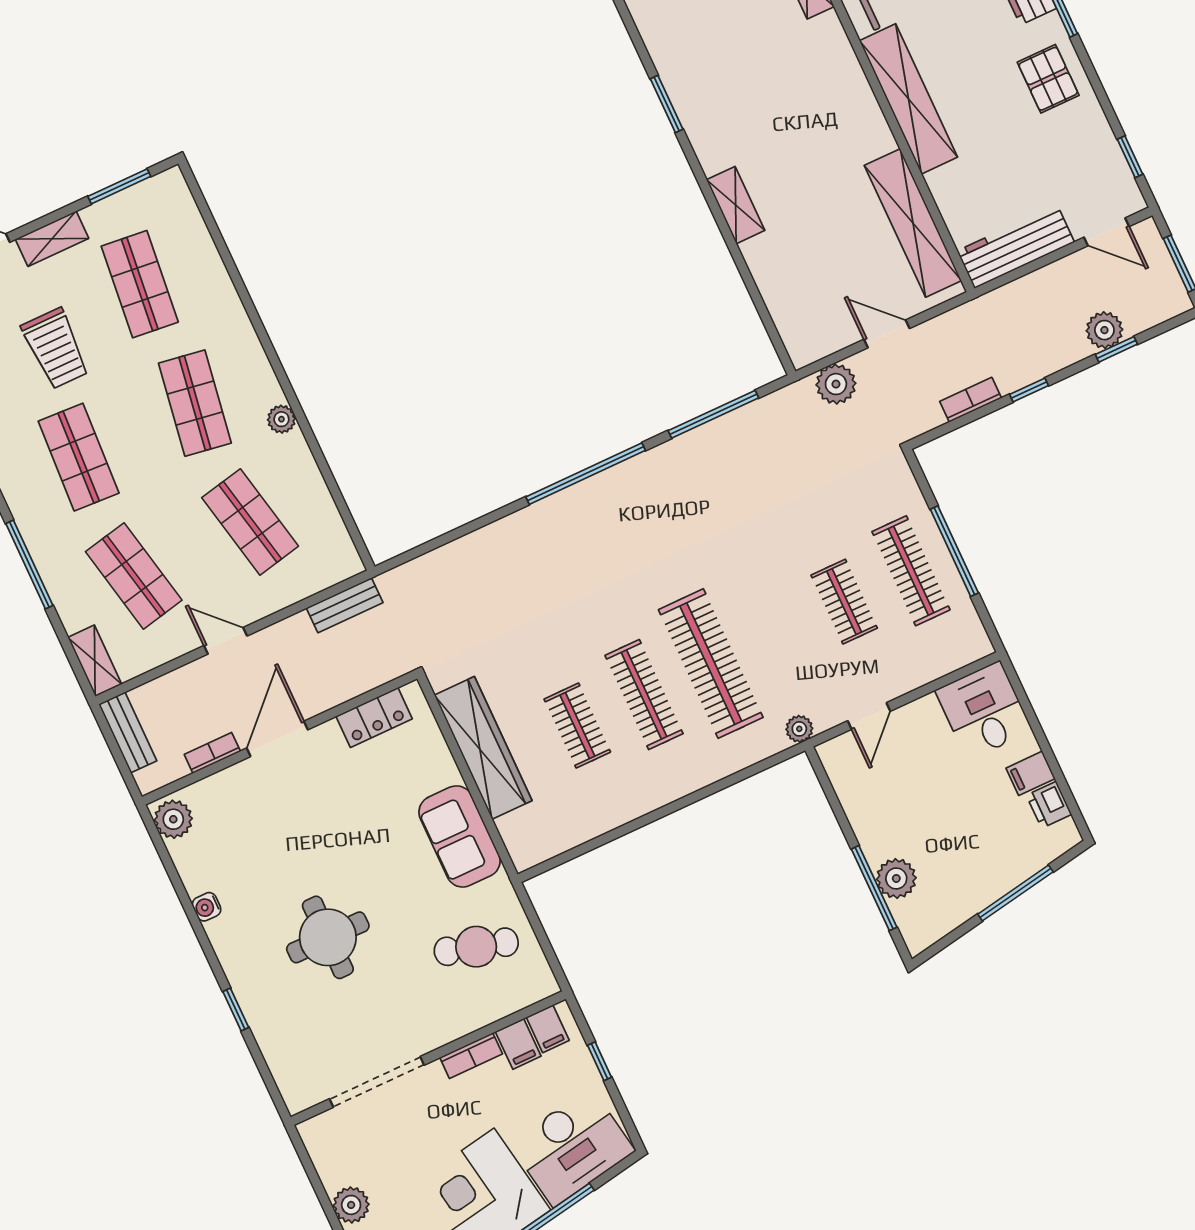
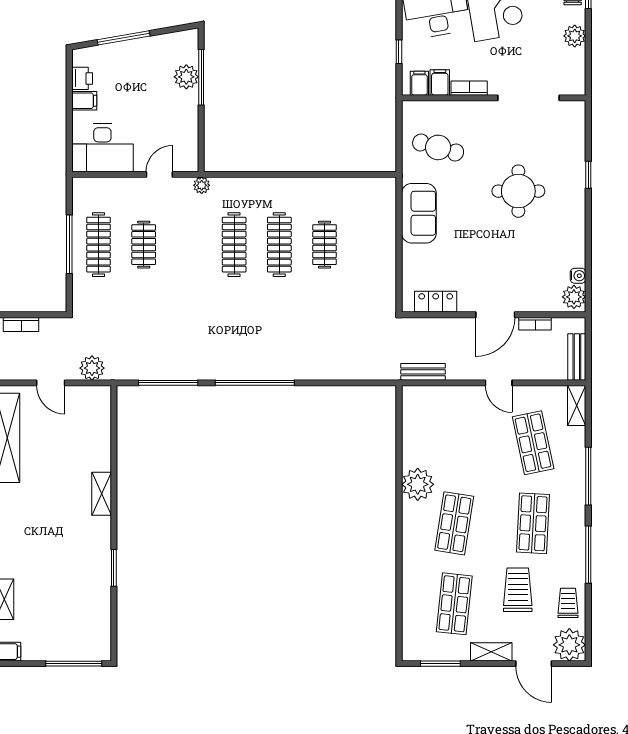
plant: (281, 419) -> (418, 484), width x1.88, depth x1.88
shop shelf: (250, 522) -> (454, 443), removed
clothes rail: (711, 664) -> (234, 245), width x0.73, depth x0.76
desk: (984, 711) -> (102, 148), width x1.37
wardrobe: (483, 748) -> (383, 256), removed
water cooler: (207, 907) -> (578, 276), moved

